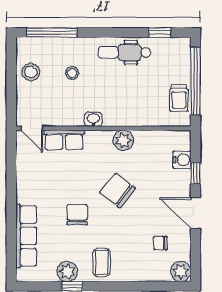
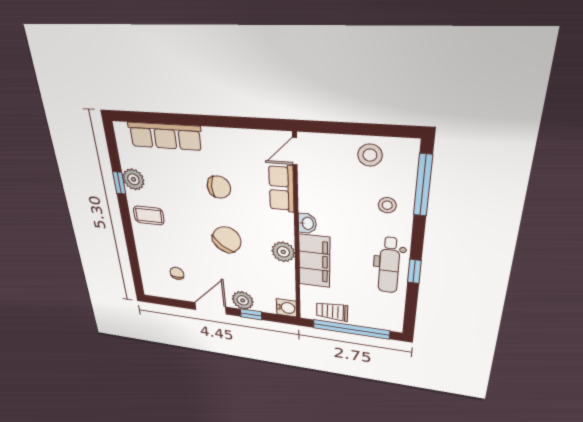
window: (160, 33) -> (414, 271), moved
dental chair: (124, 52) -> (389, 265), turned 180
stool: (72, 73) -> (387, 205), moved
filing cabinet: (129, 114) -> (314, 261), added
water cooler: (182, 160) -> (286, 308), moved, turned -90
chair: (77, 215) -> (219, 187), moved
plant: (181, 271) -> (243, 300), moved

